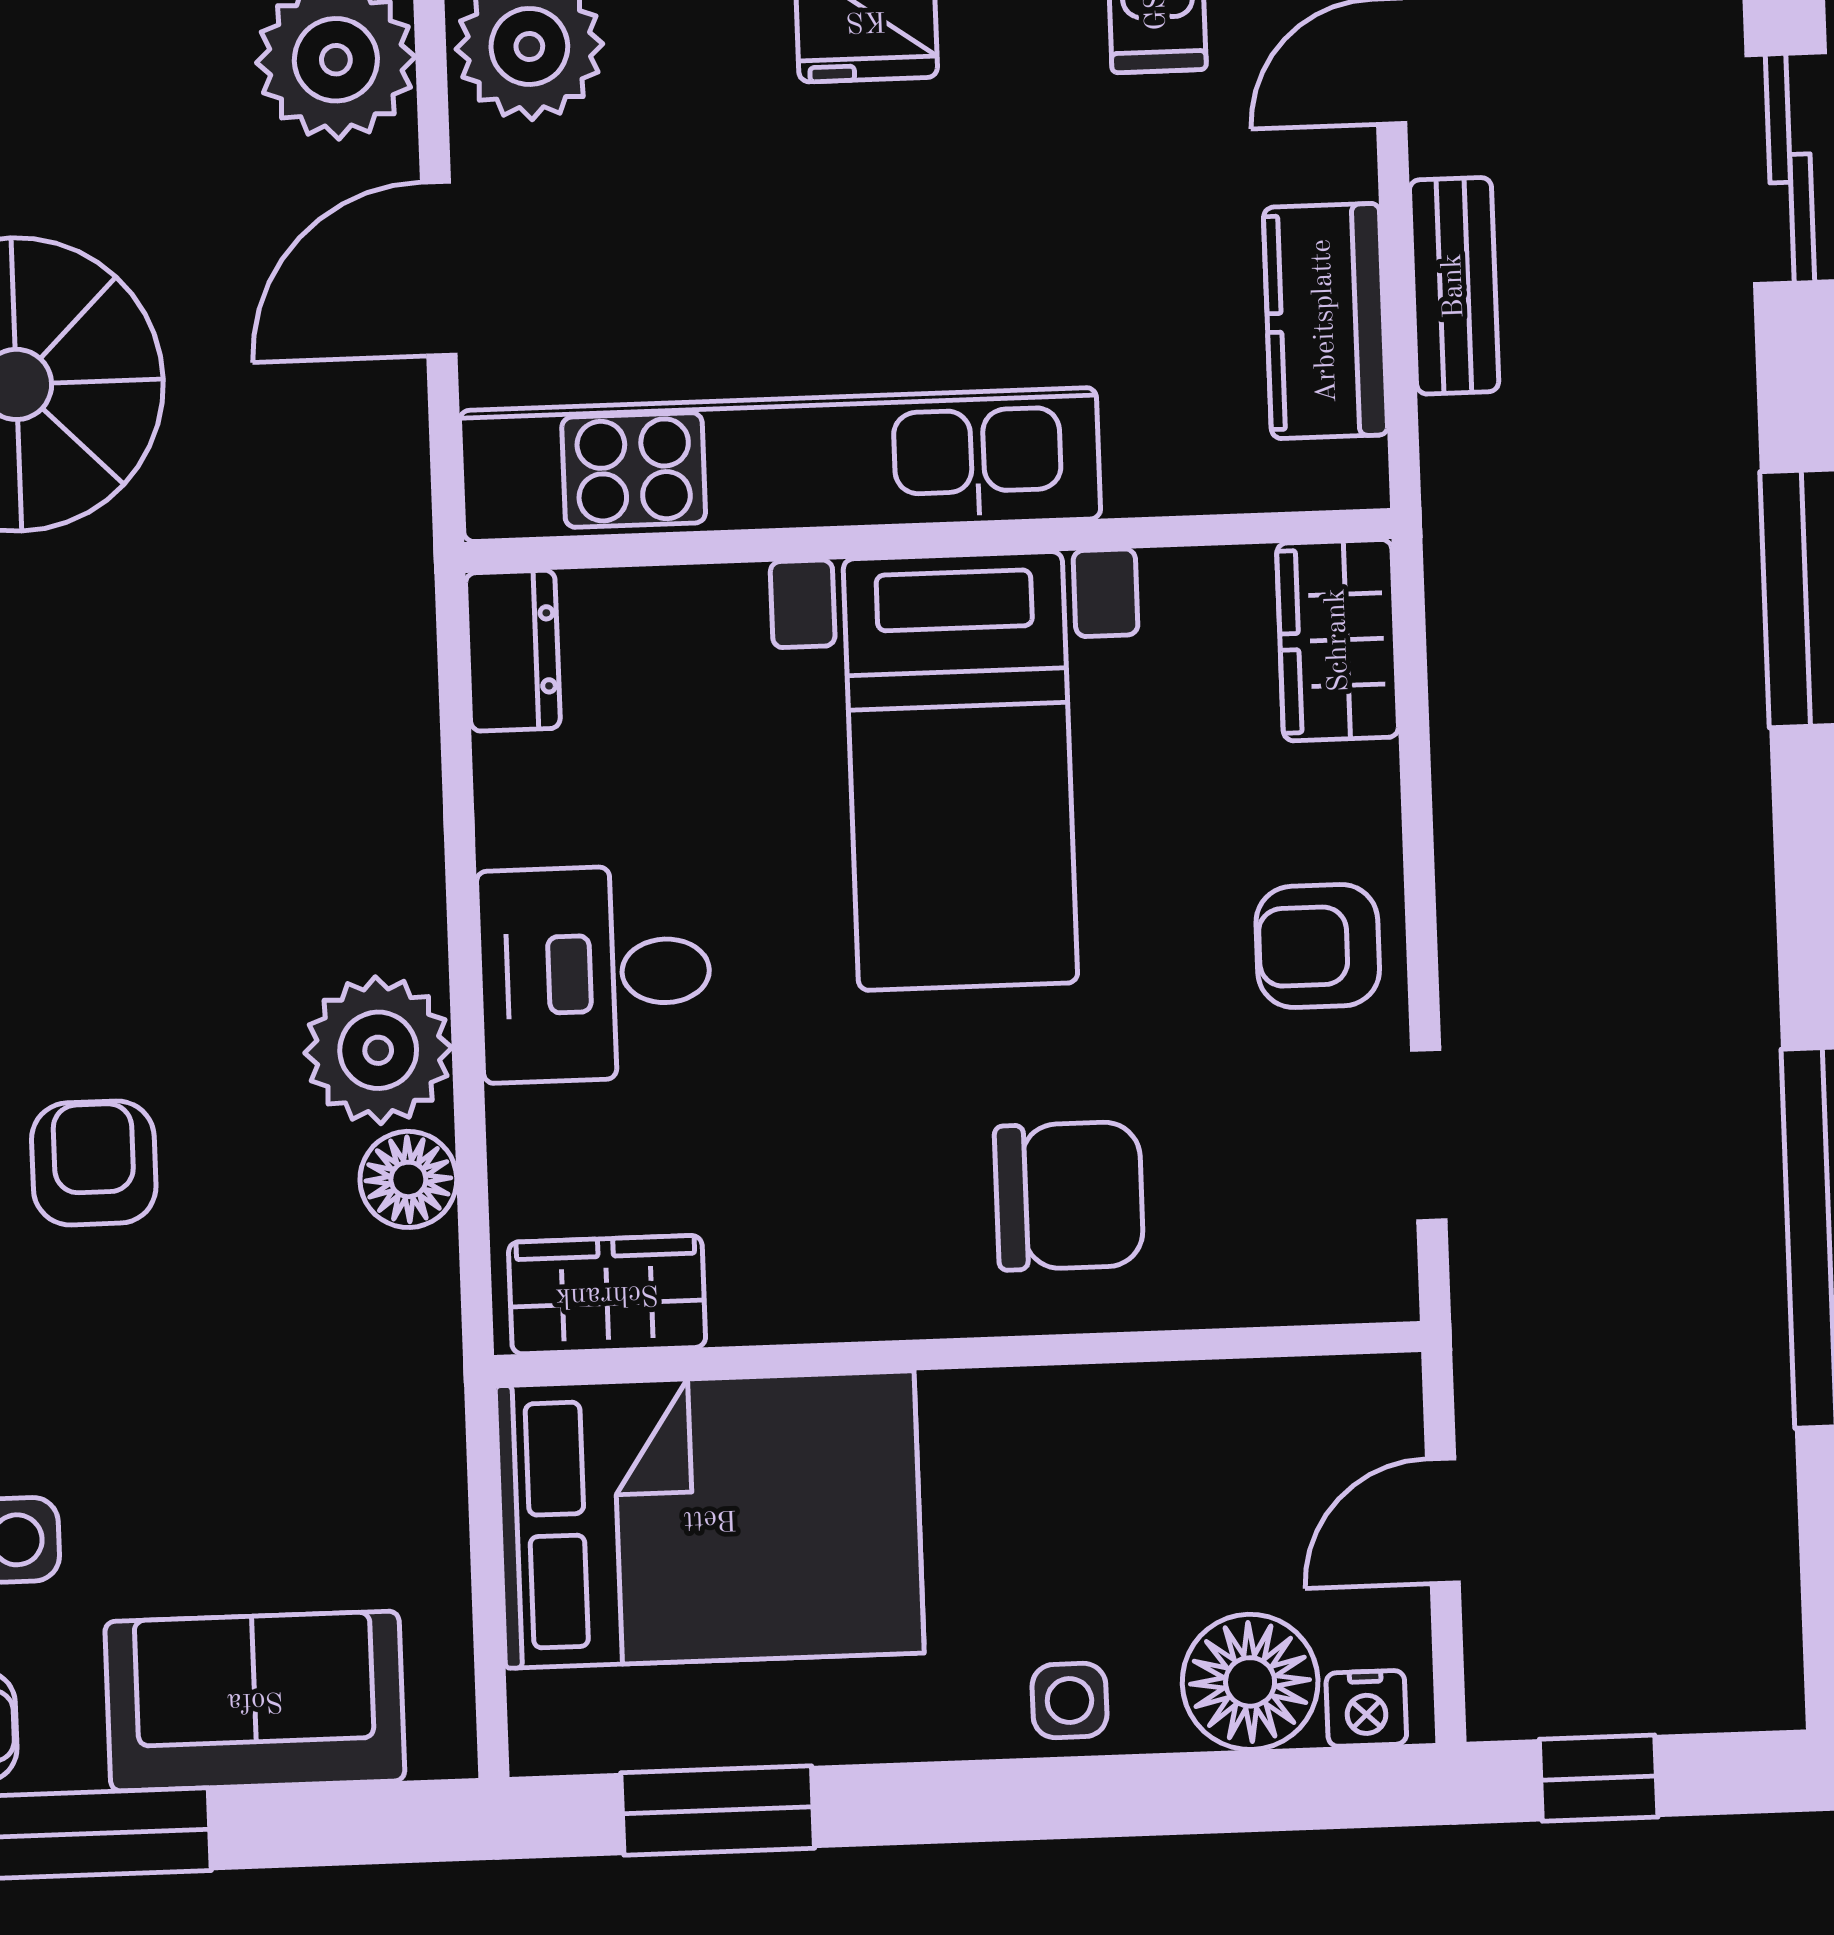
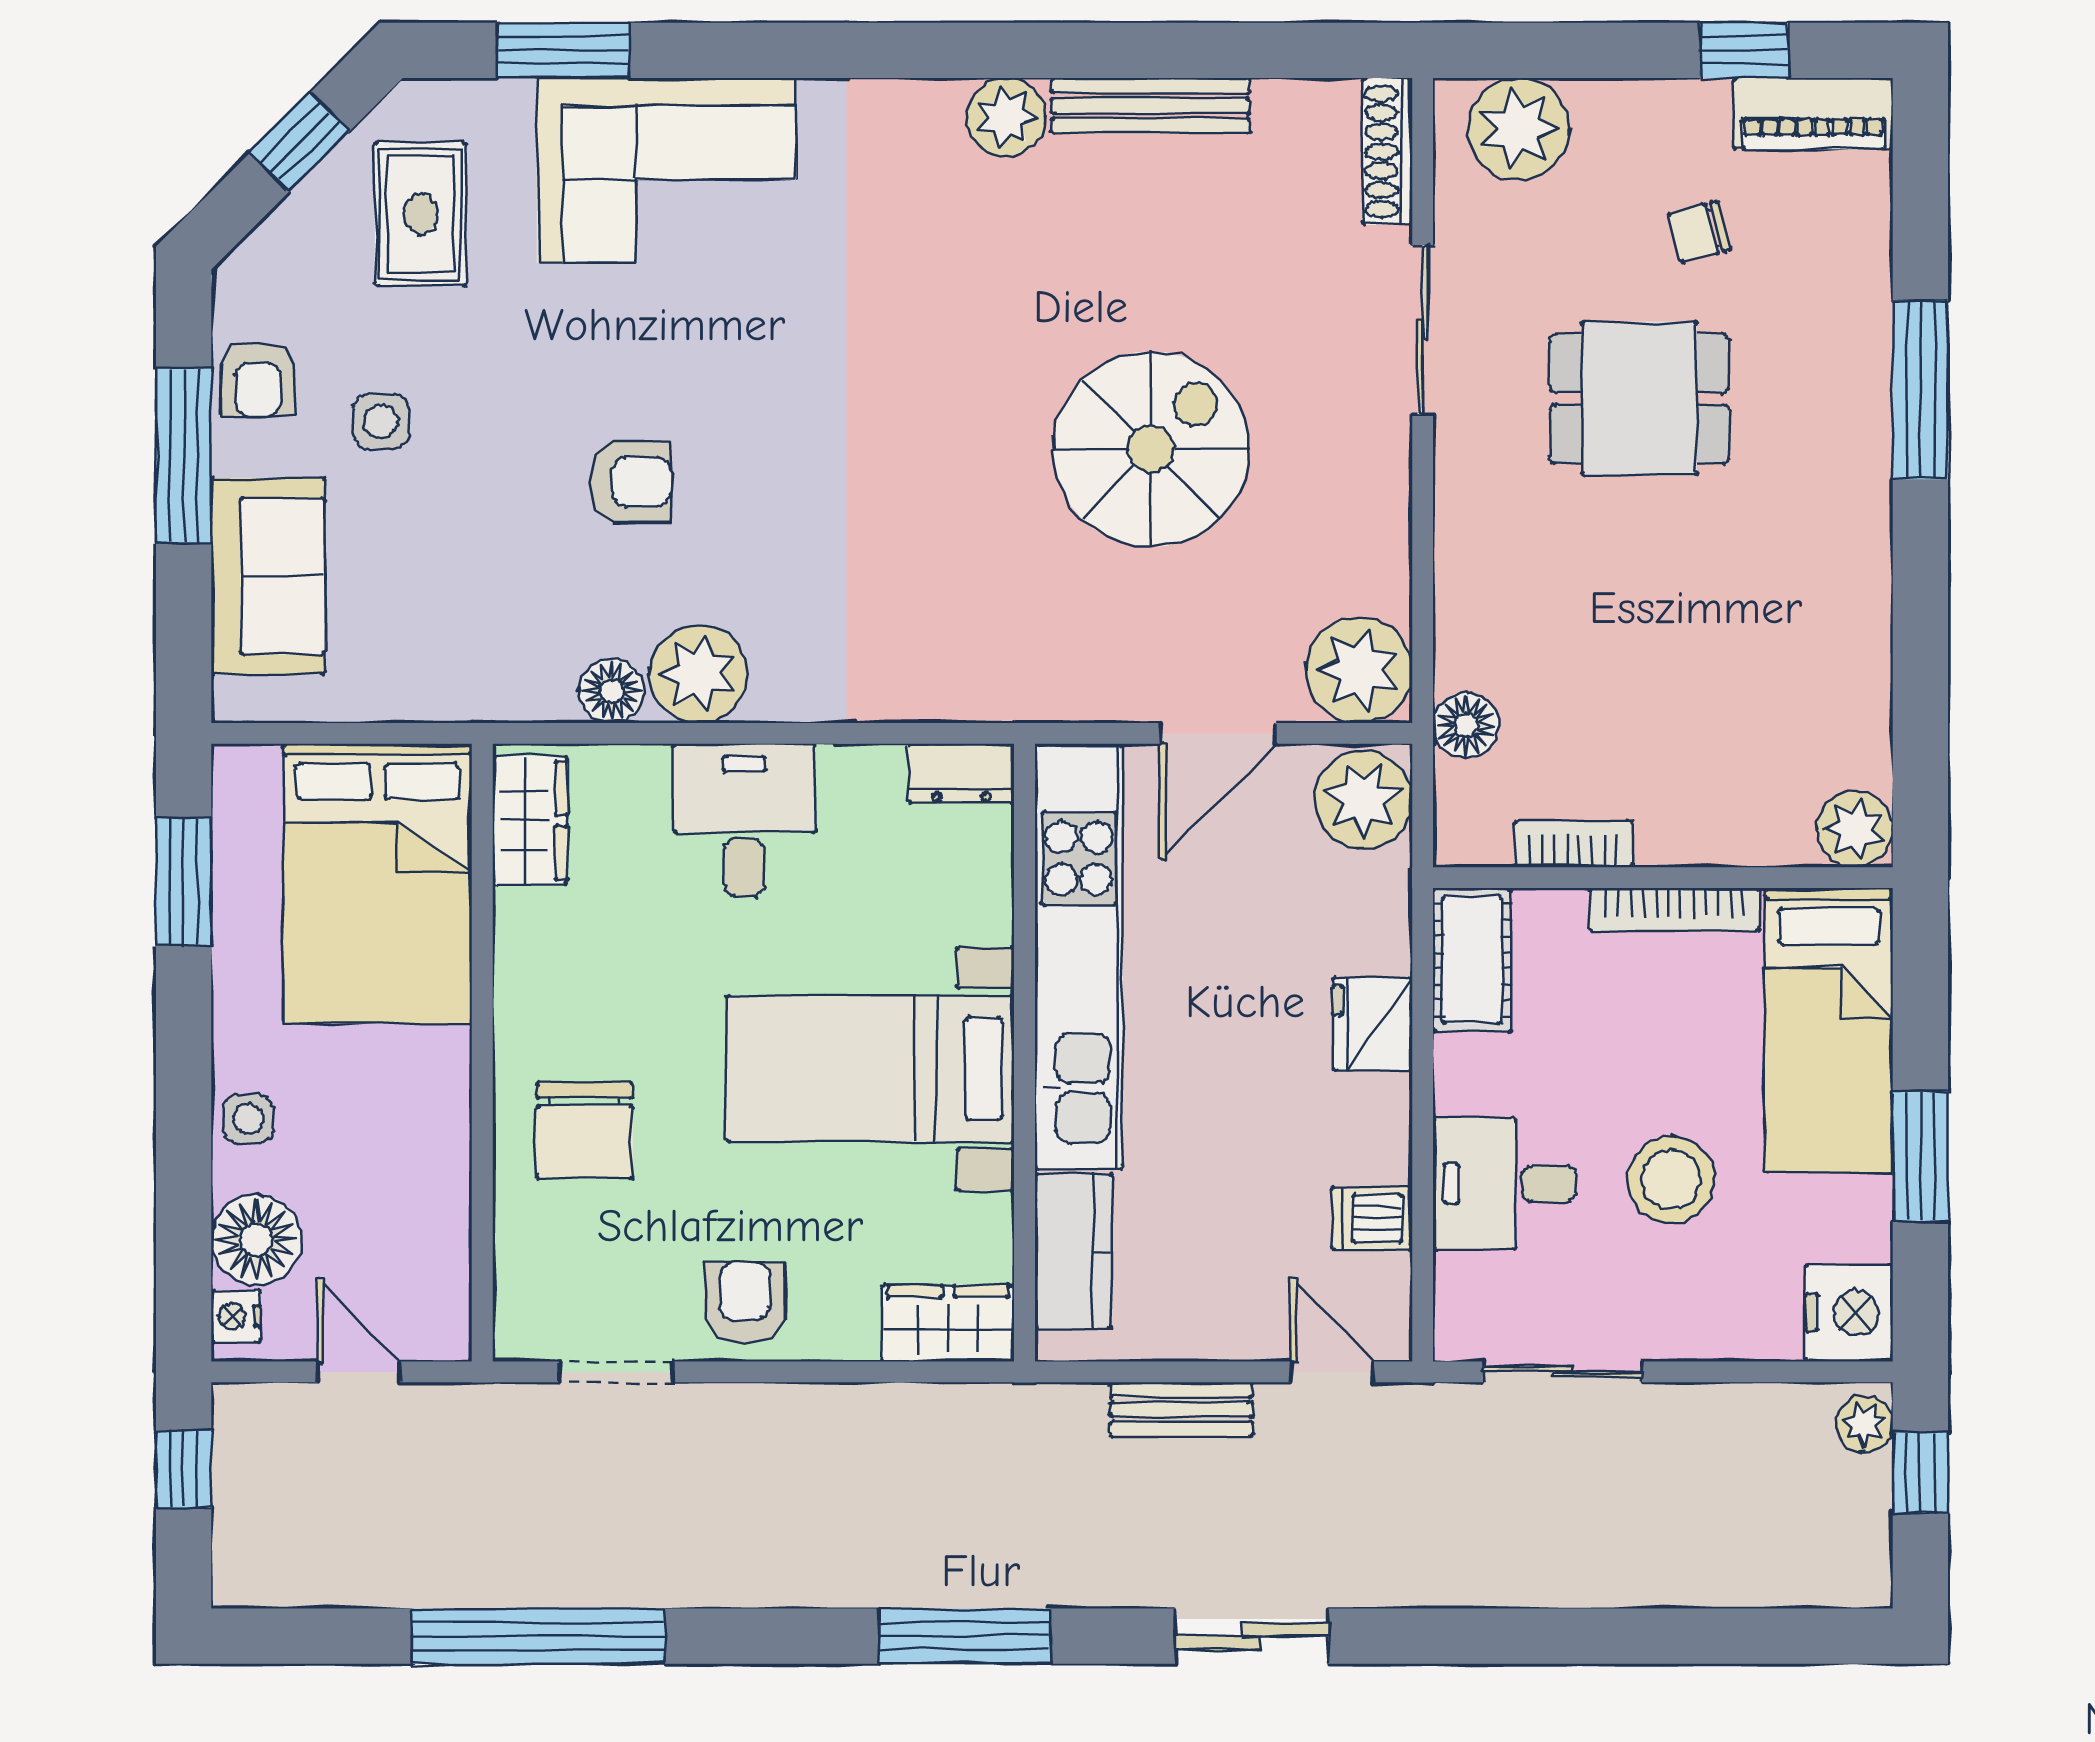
door: (439, 269) -> (1218, 733), swing flipped
kitchen counter: (1325, 321) -> (1073, 1251), moved, turned 90

